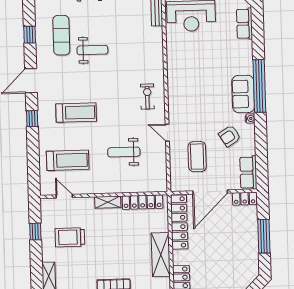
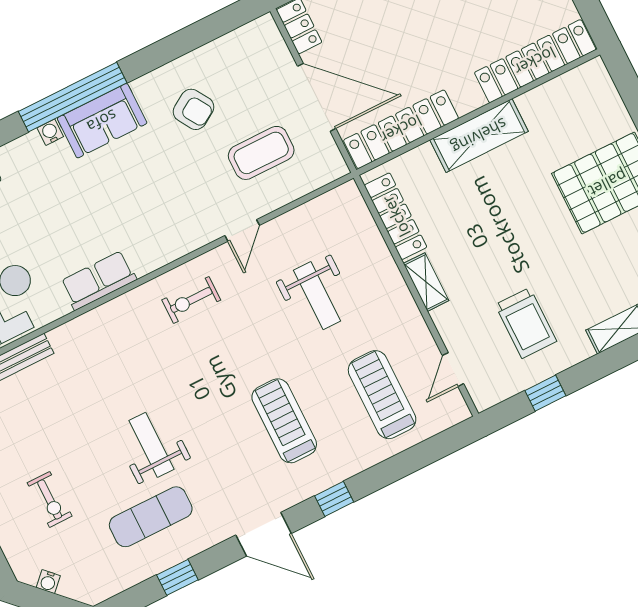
water cooler: (250, 118) -> (50, 132), moved
row of seats: (248, 173) -> (98, 280), moved, turned 180

